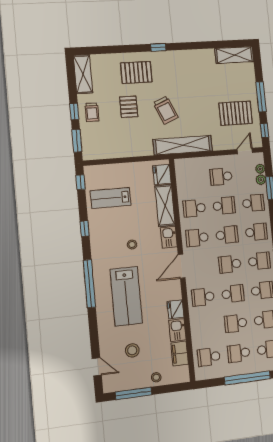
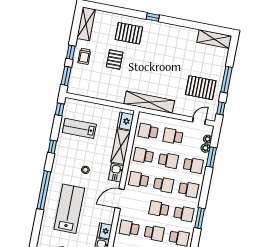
trolley: (166, 110) -> (144, 70), removed
school desk: (191, 179) -> (148, 131), added
lab bench: (126, 296) -> (69, 209), turned 180

